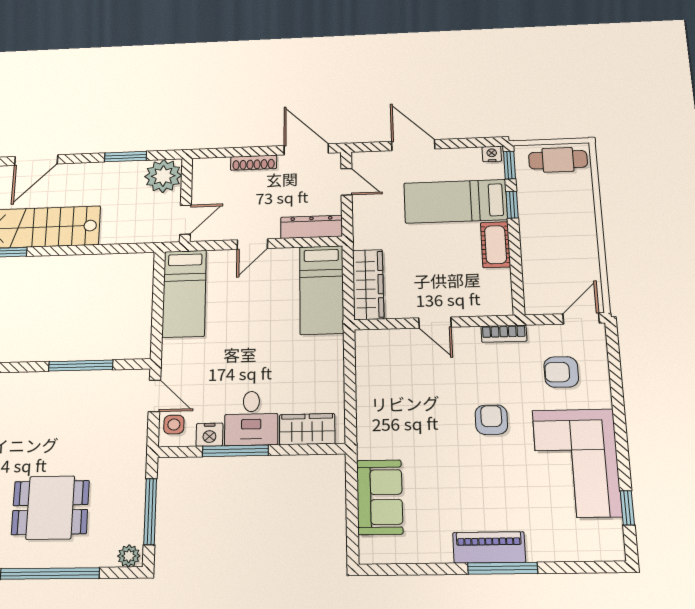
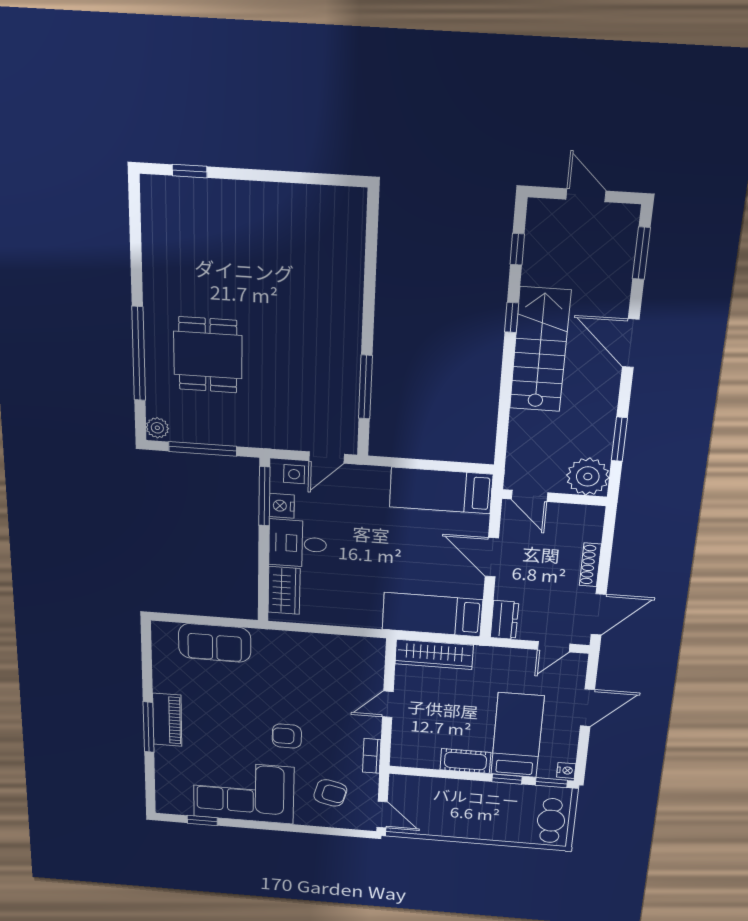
dresser: (311, 227) -> (504, 620), width x0.70
door: (252, 244) -> (492, 557), width x1.38
armchair: (561, 372) -> (330, 793), turned 104
armchair: (491, 420) -> (287, 736), turned 180
window: (235, 451) -> (264, 496), moved

